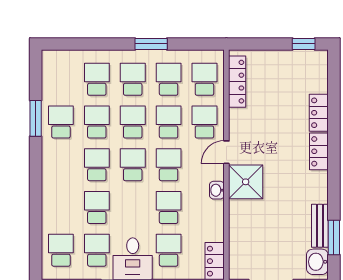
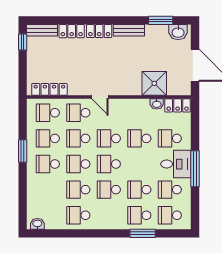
washbasin: (49, 65) -> (37, 224), added
bench: (320, 71) -> (42, 30), added
school desk: (97, 79) -> (139, 215), moved
window: (36, 118) -> (143, 233), moved
shower: (246, 182) -> (154, 83), moved
washbasin: (217, 190) -> (157, 104), moved
bench: (320, 226) -> (129, 30), moved

